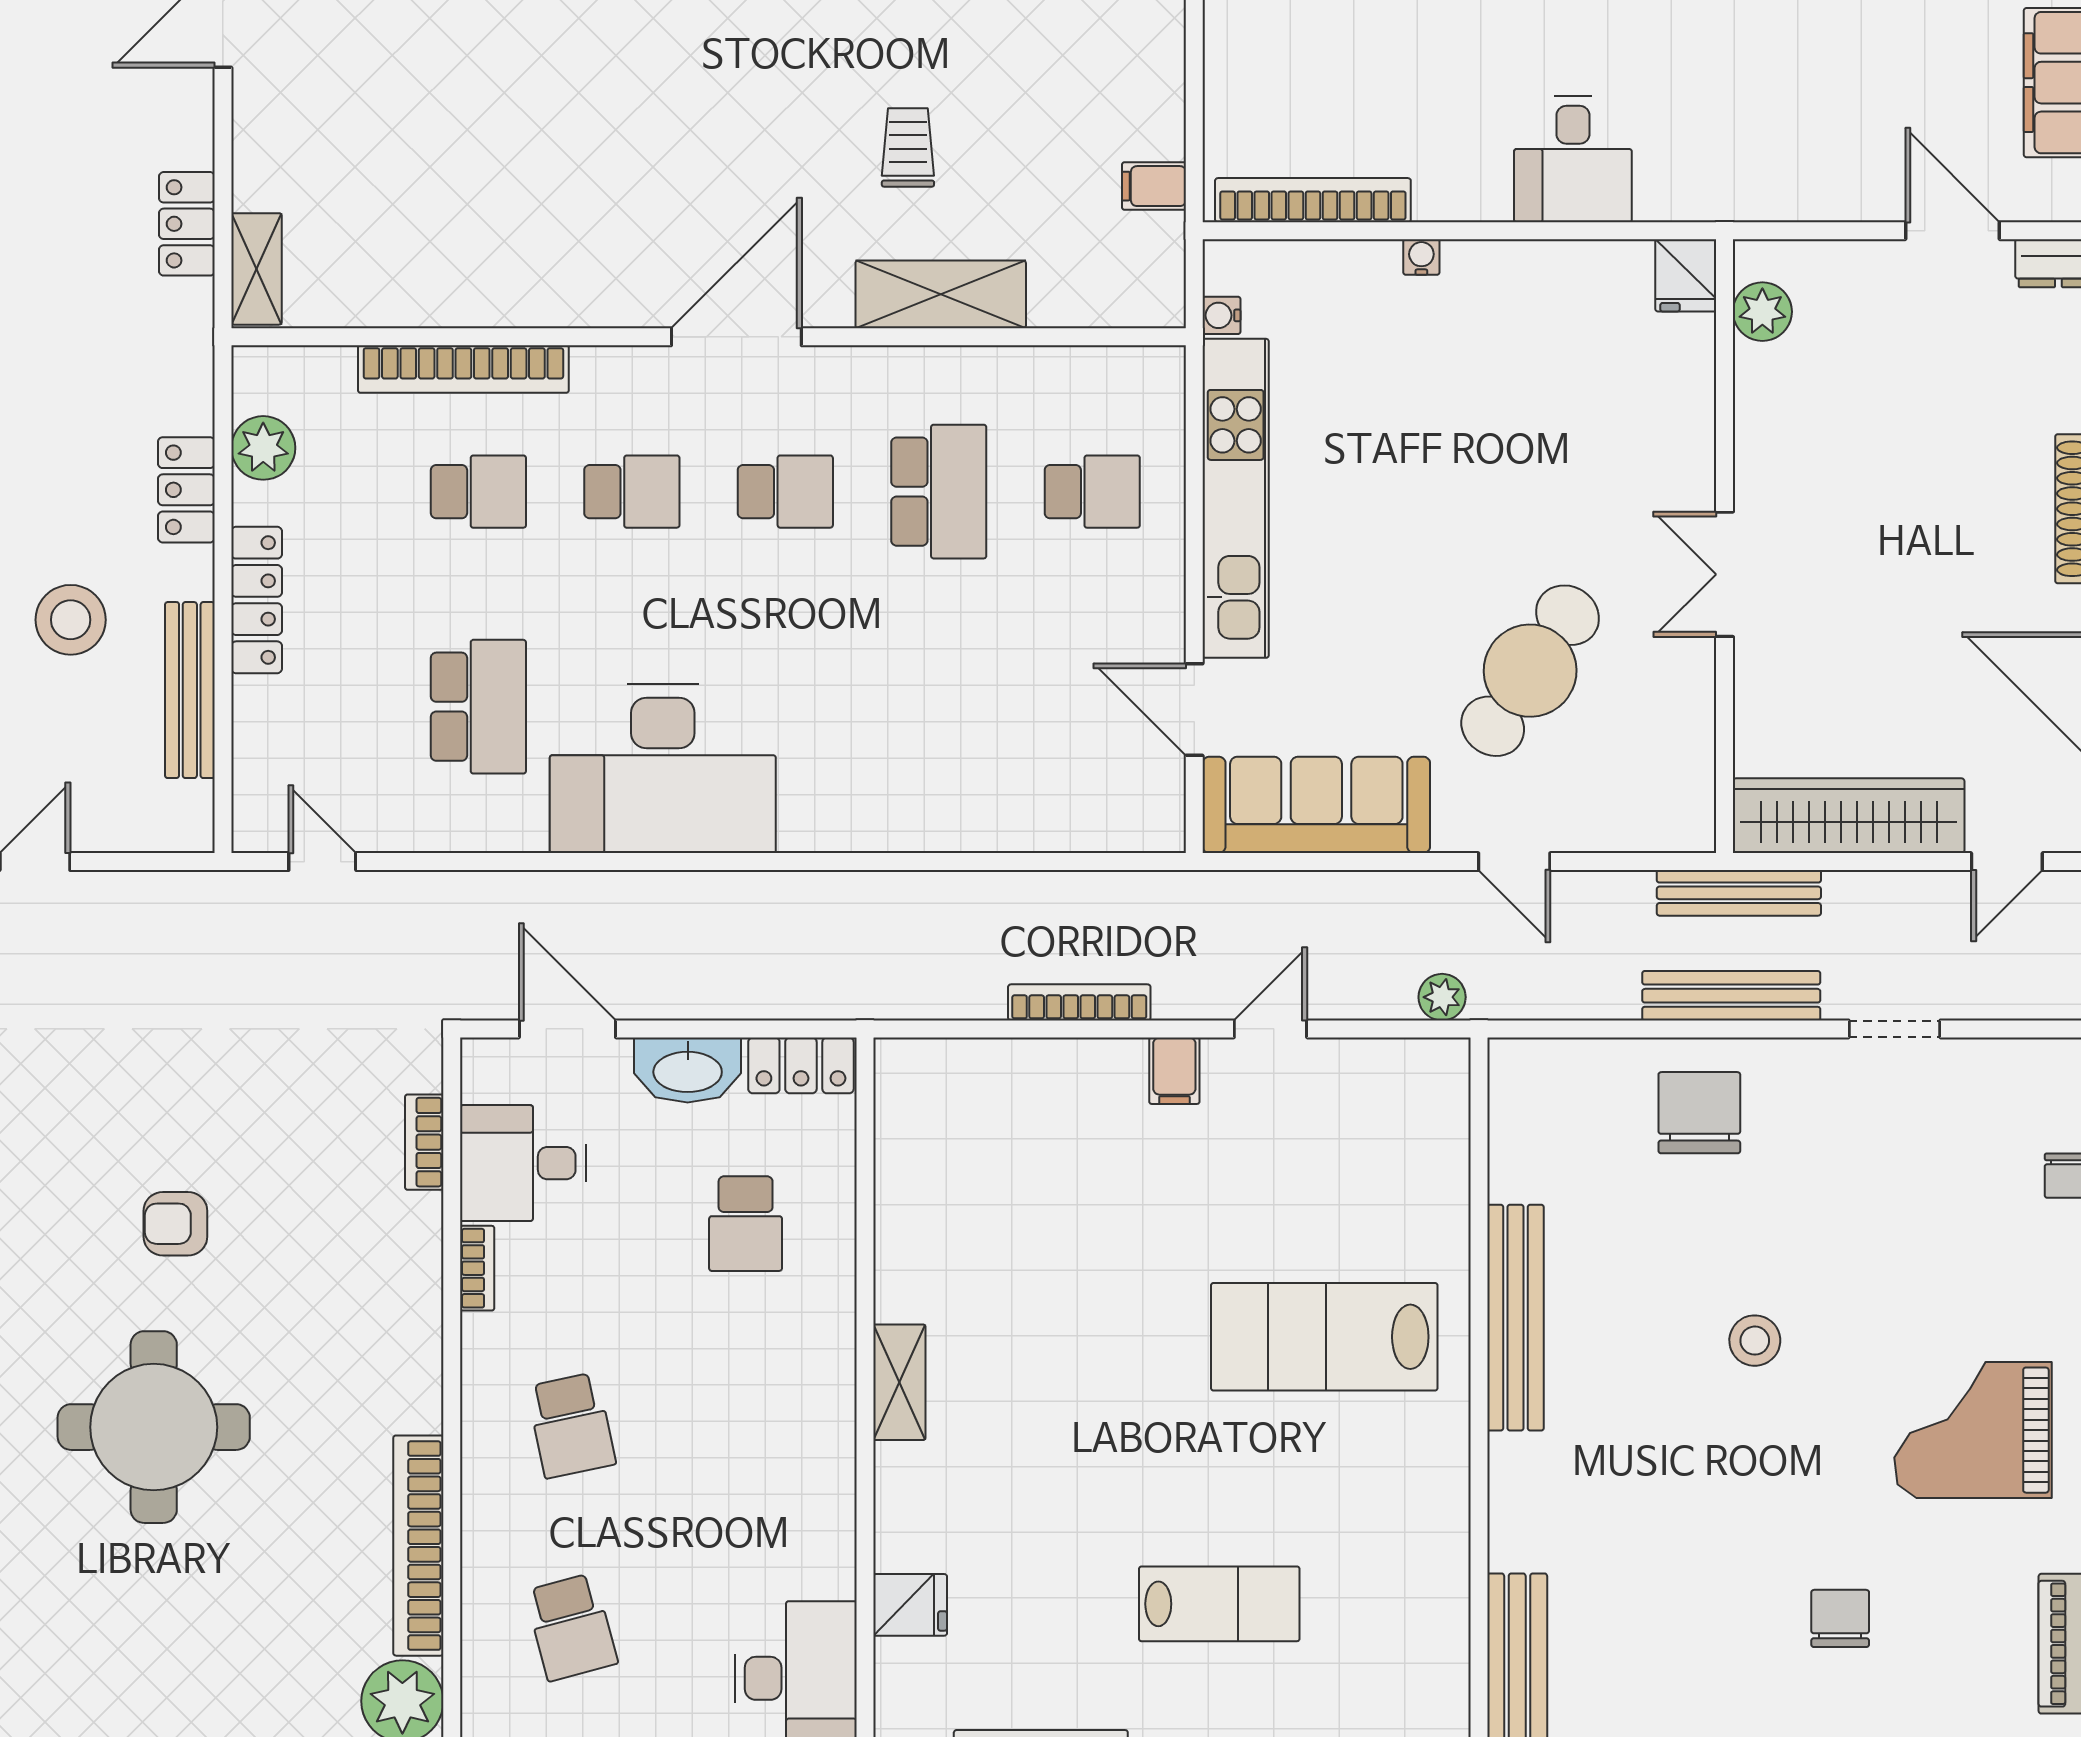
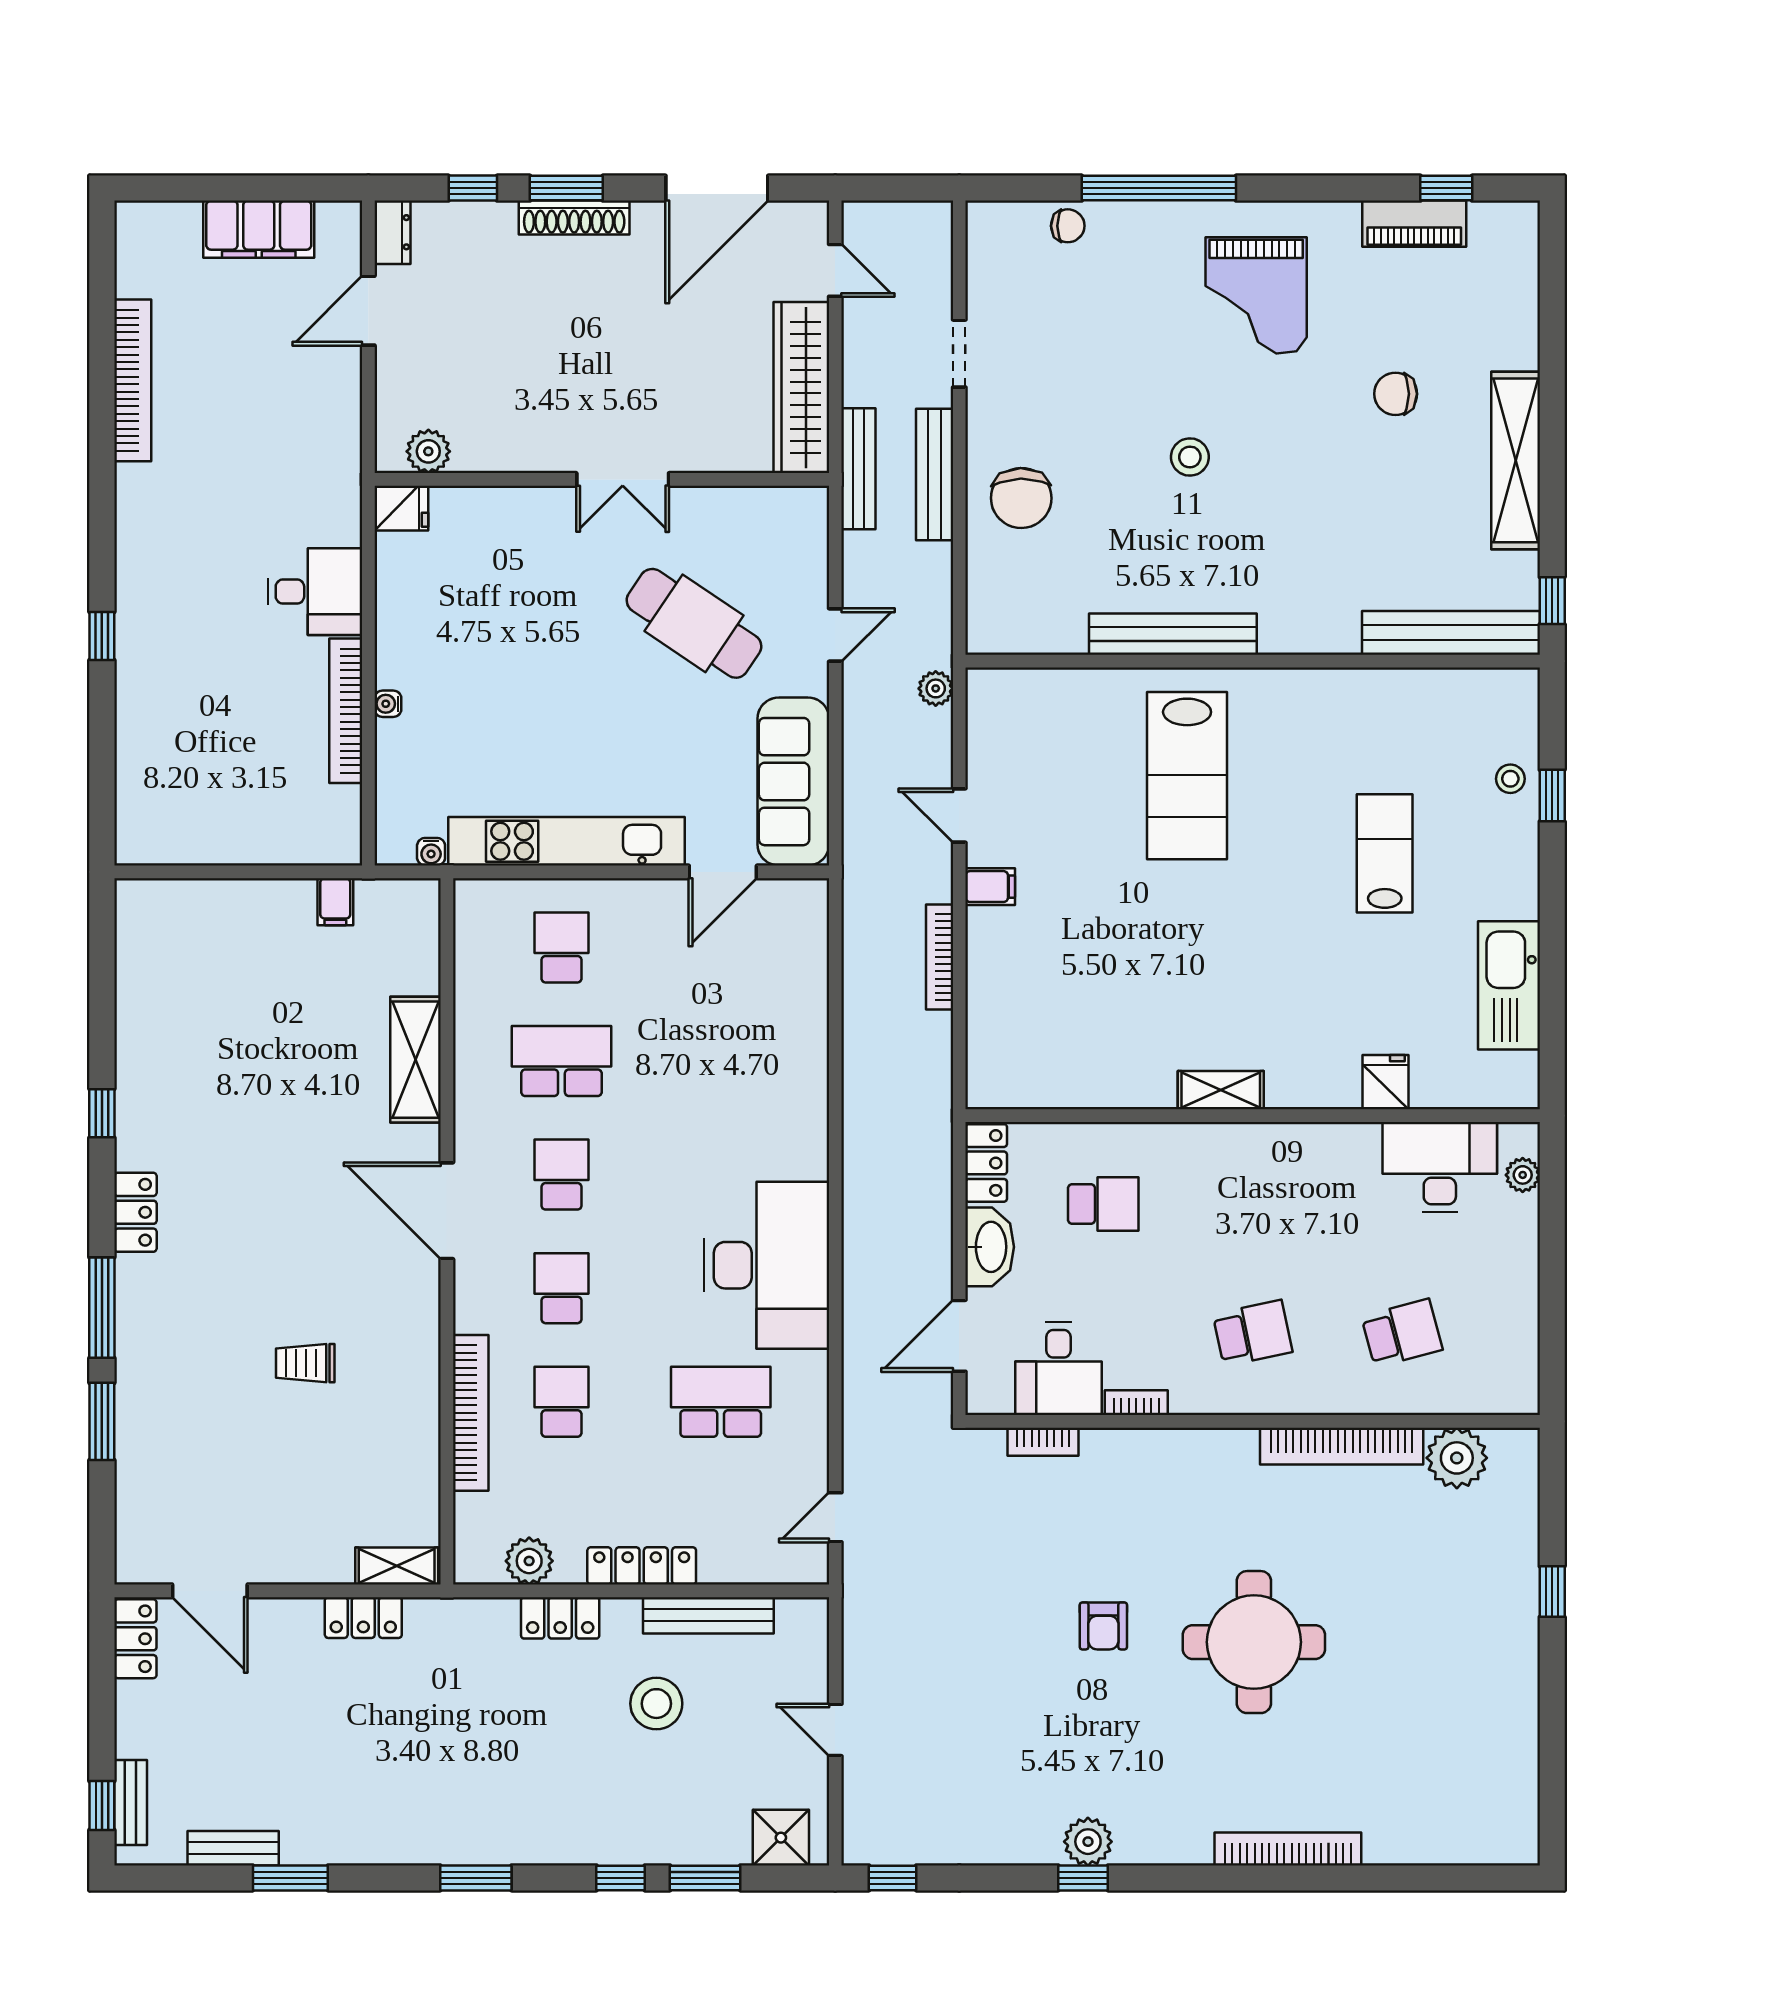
trolley: (908, 147) -> (305, 1363), moved
bookcase: (1313, 200) -> (346, 711), moved
chair: (1699, 1113) -> (1021, 498), turned -91

